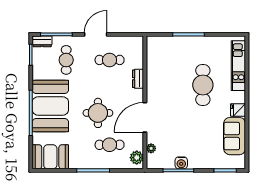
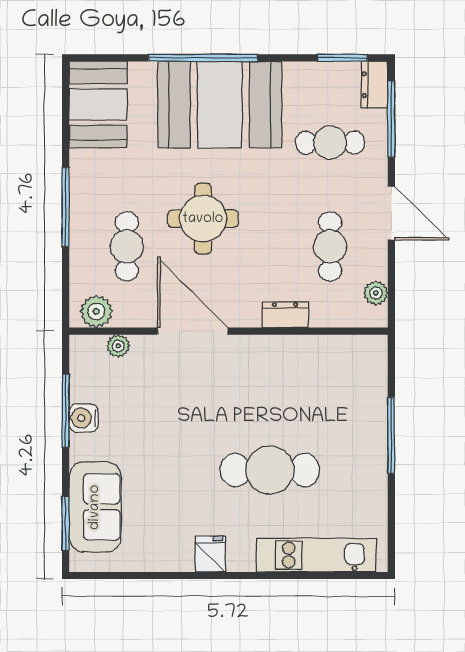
plant: (129, 41) -> (376, 293), added
sofa: (235, 136) -> (95, 507), moved, turned 90

